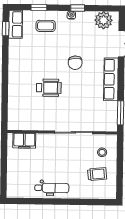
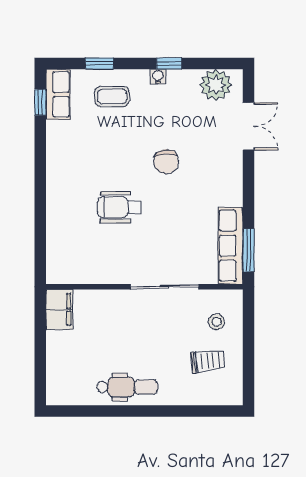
row of seats: (111, 79) -> (231, 246), moved
wheelchair: (49, 88) -> (119, 207), turned 180
filing cabinet: (24, 141) -> (59, 310), moved, turned -90

